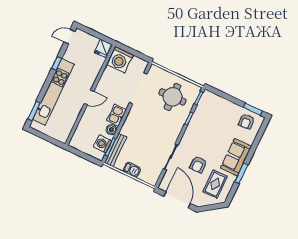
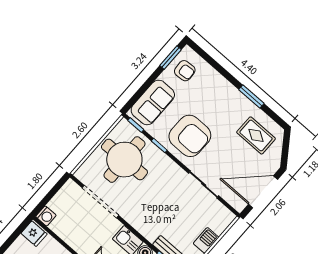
washing machine: (120, 60) -> (46, 216), width x0.53, depth x0.53
round table: (172, 97) -> (124, 160), width x1.36, depth x1.36
sofa: (236, 157) -> (153, 102), moved, turned -90
armchair: (198, 165) -> (190, 136), moved, width x1.88, depth x1.88

